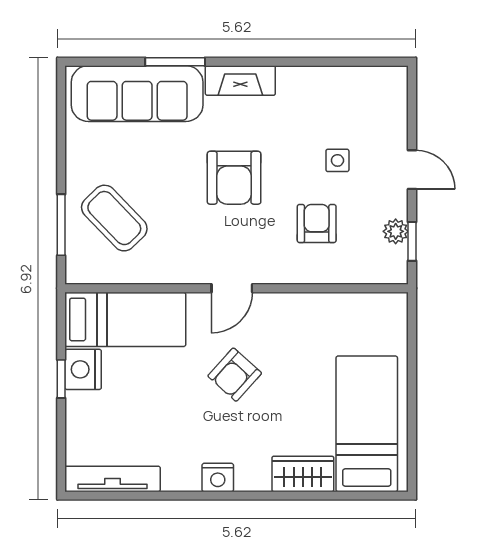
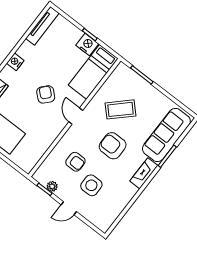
side table: (337, 160) -> (91, 185), width x1.87, depth x1.87
coffee table: (114, 218) -> (121, 109), moved

